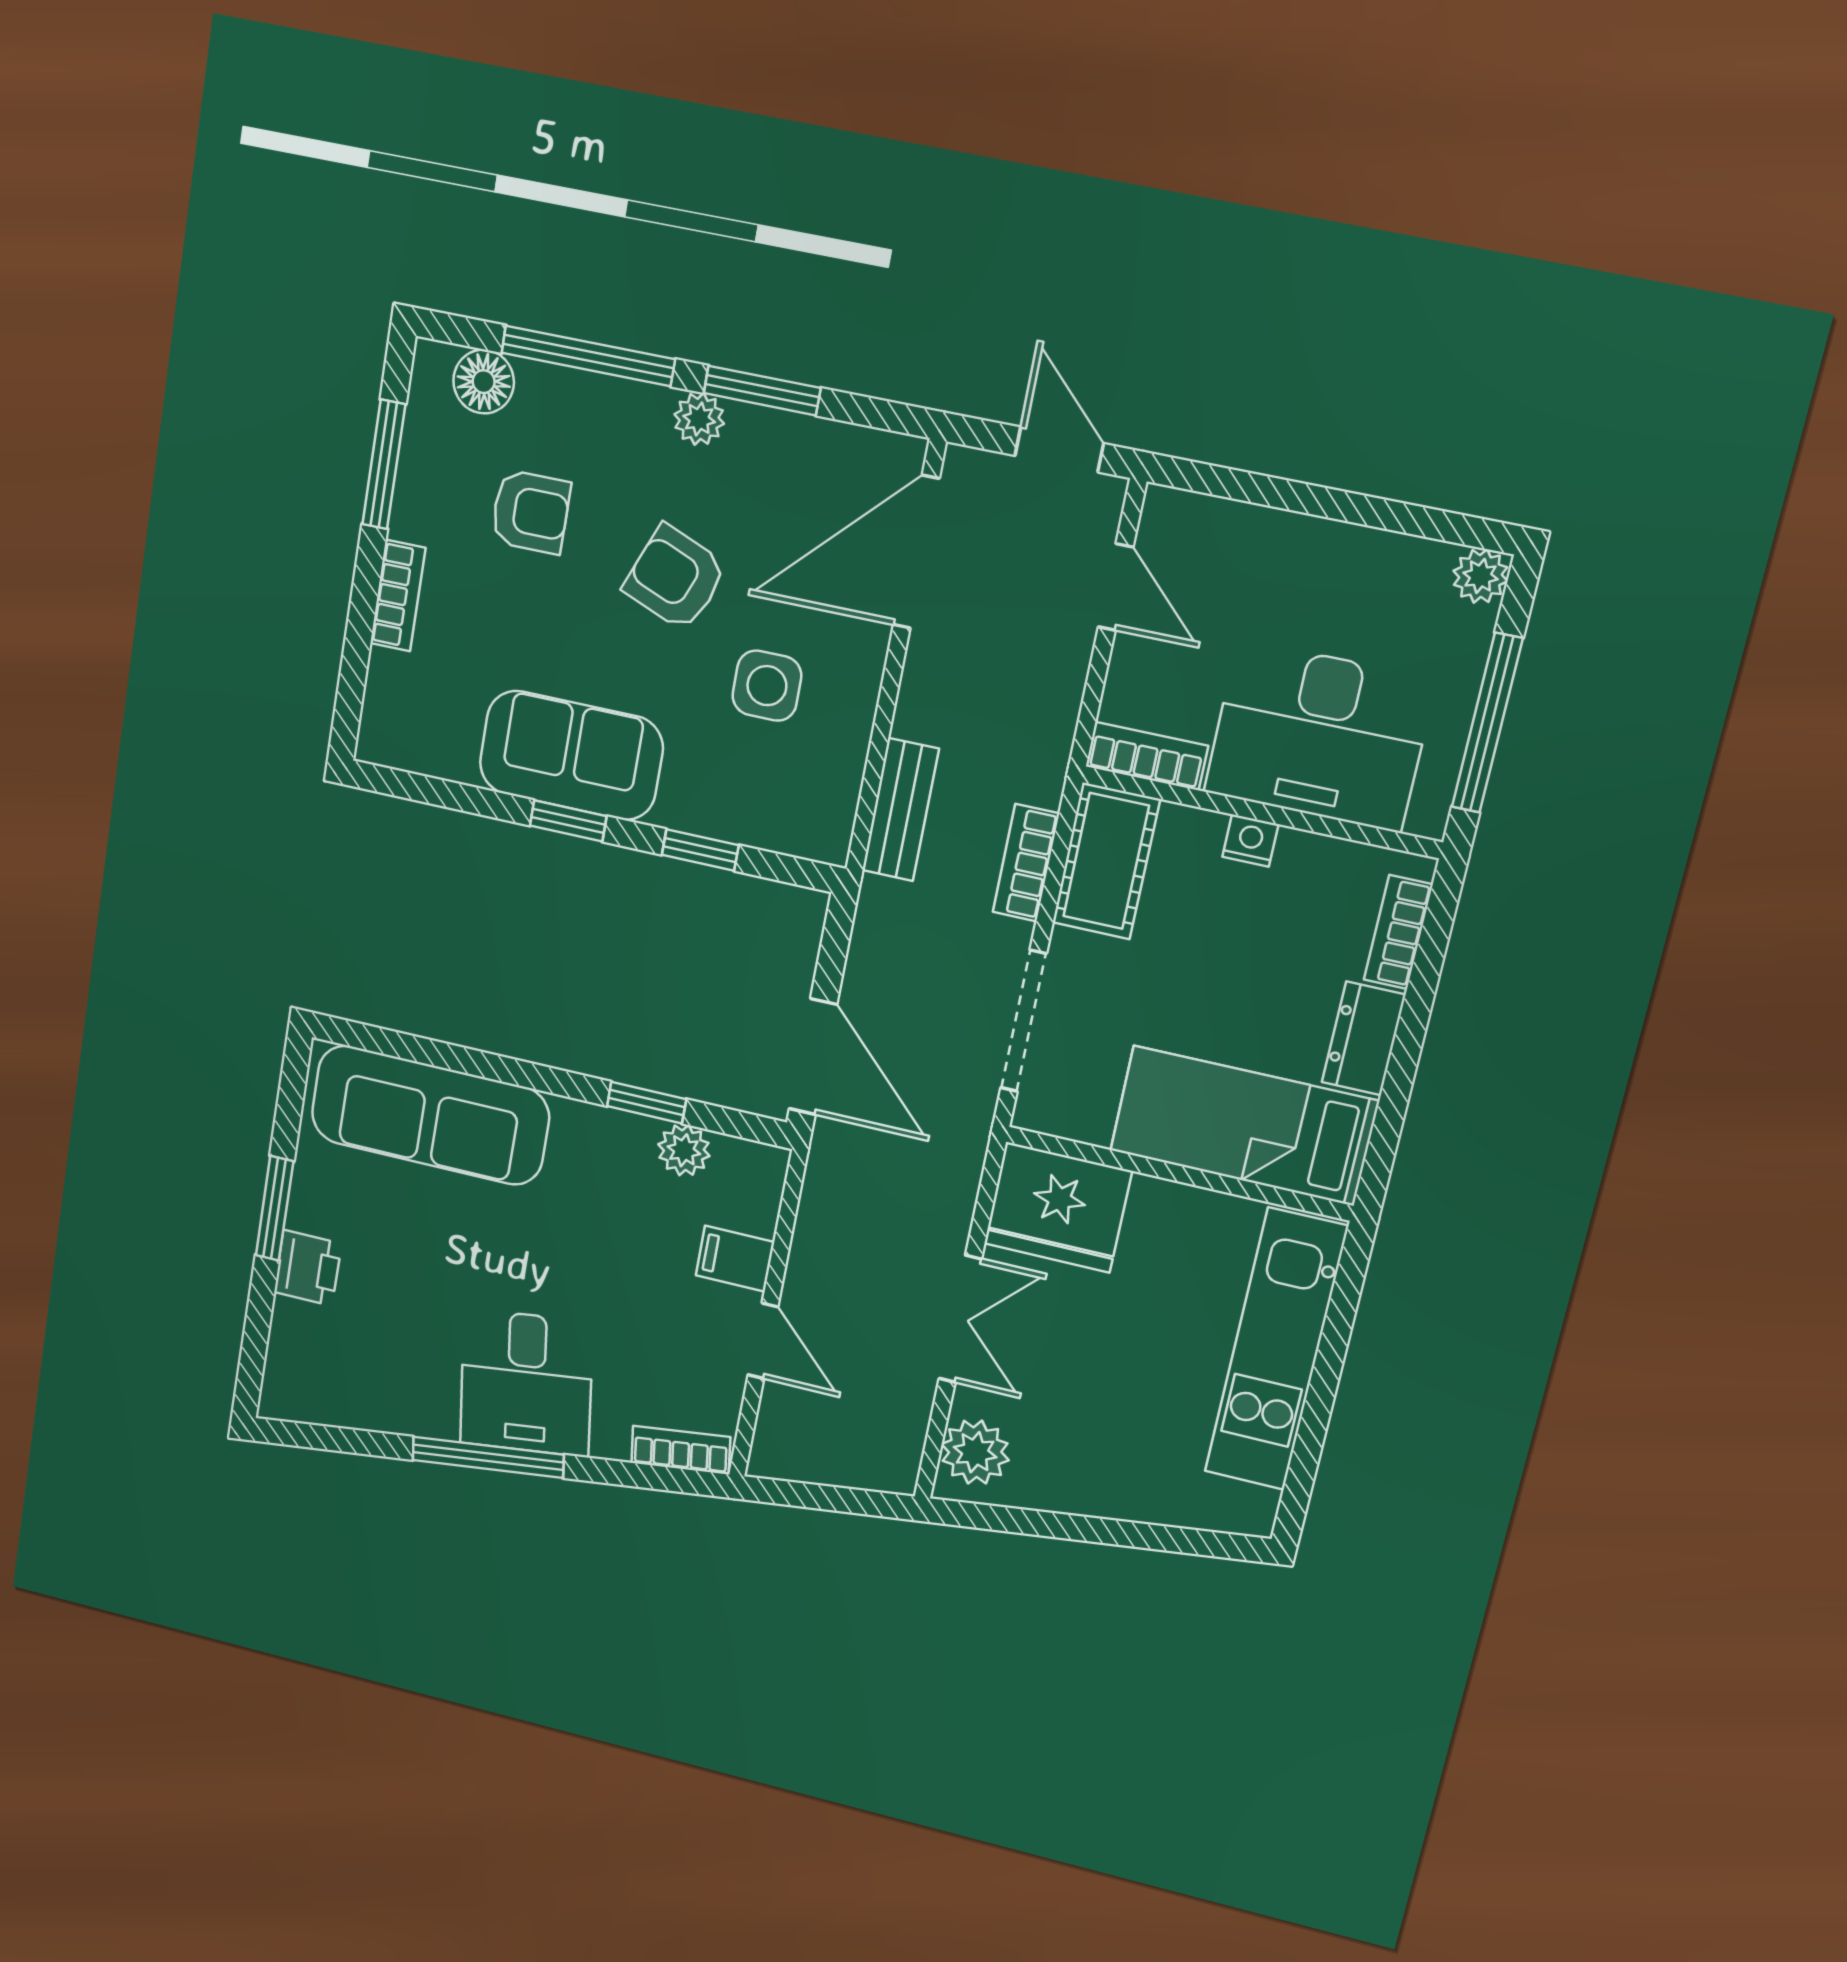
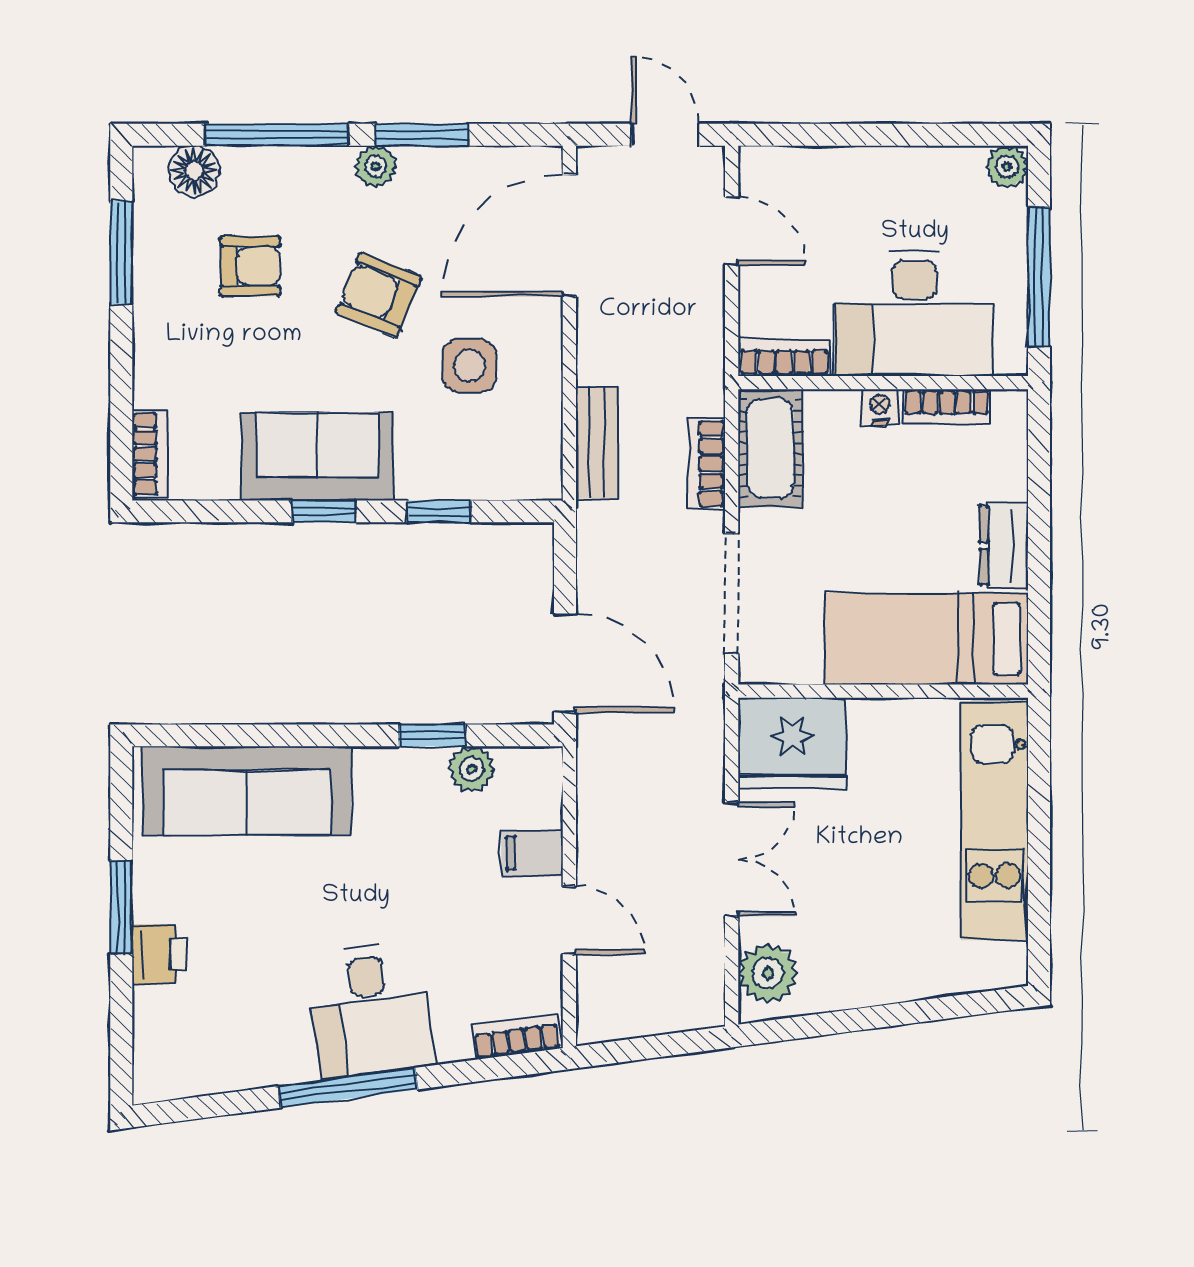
bookcase: (398, 596) -> (149, 454), moved
bookcase: (1398, 932) -> (947, 407), moved, turned -90

